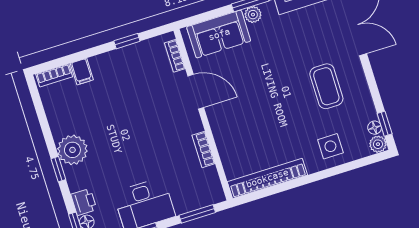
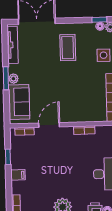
filing cabinet: (82, 72) -> (18, 175), moved
coffee table: (326, 86) -> (68, 48), turned 90

